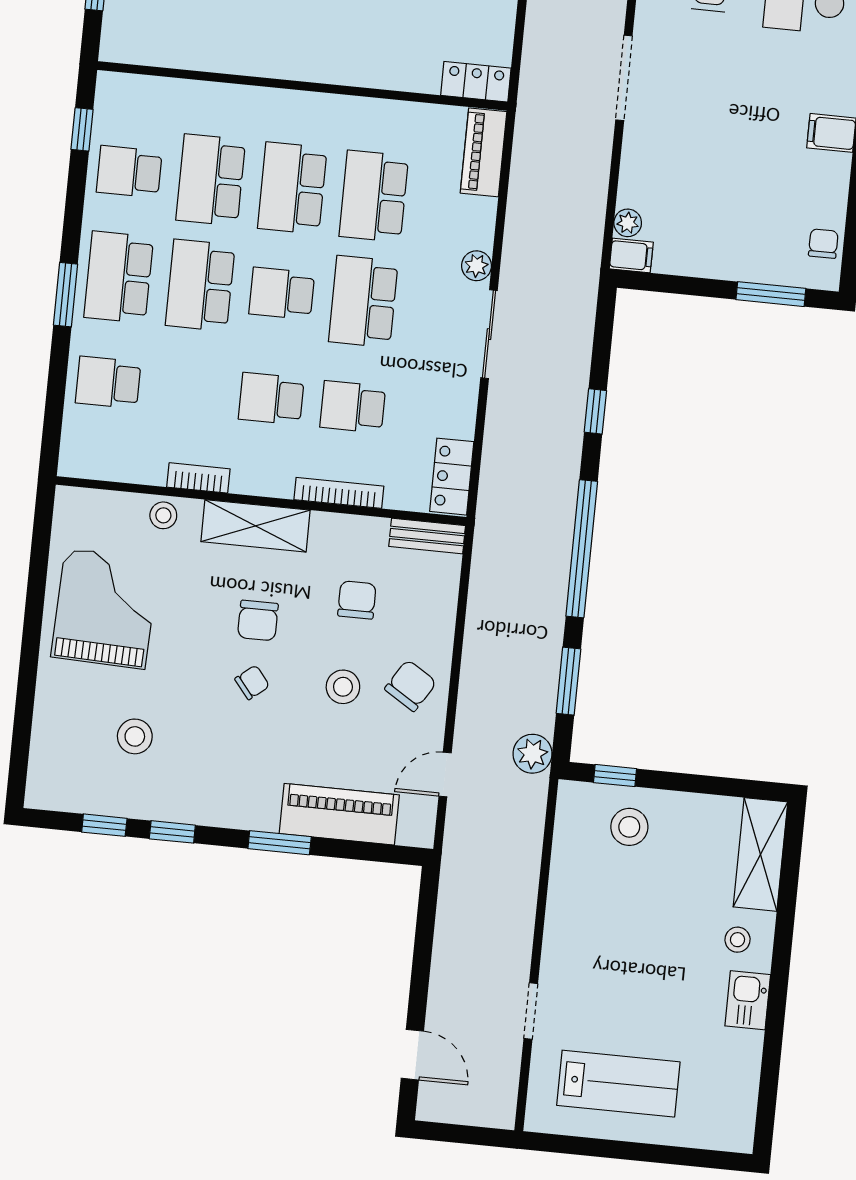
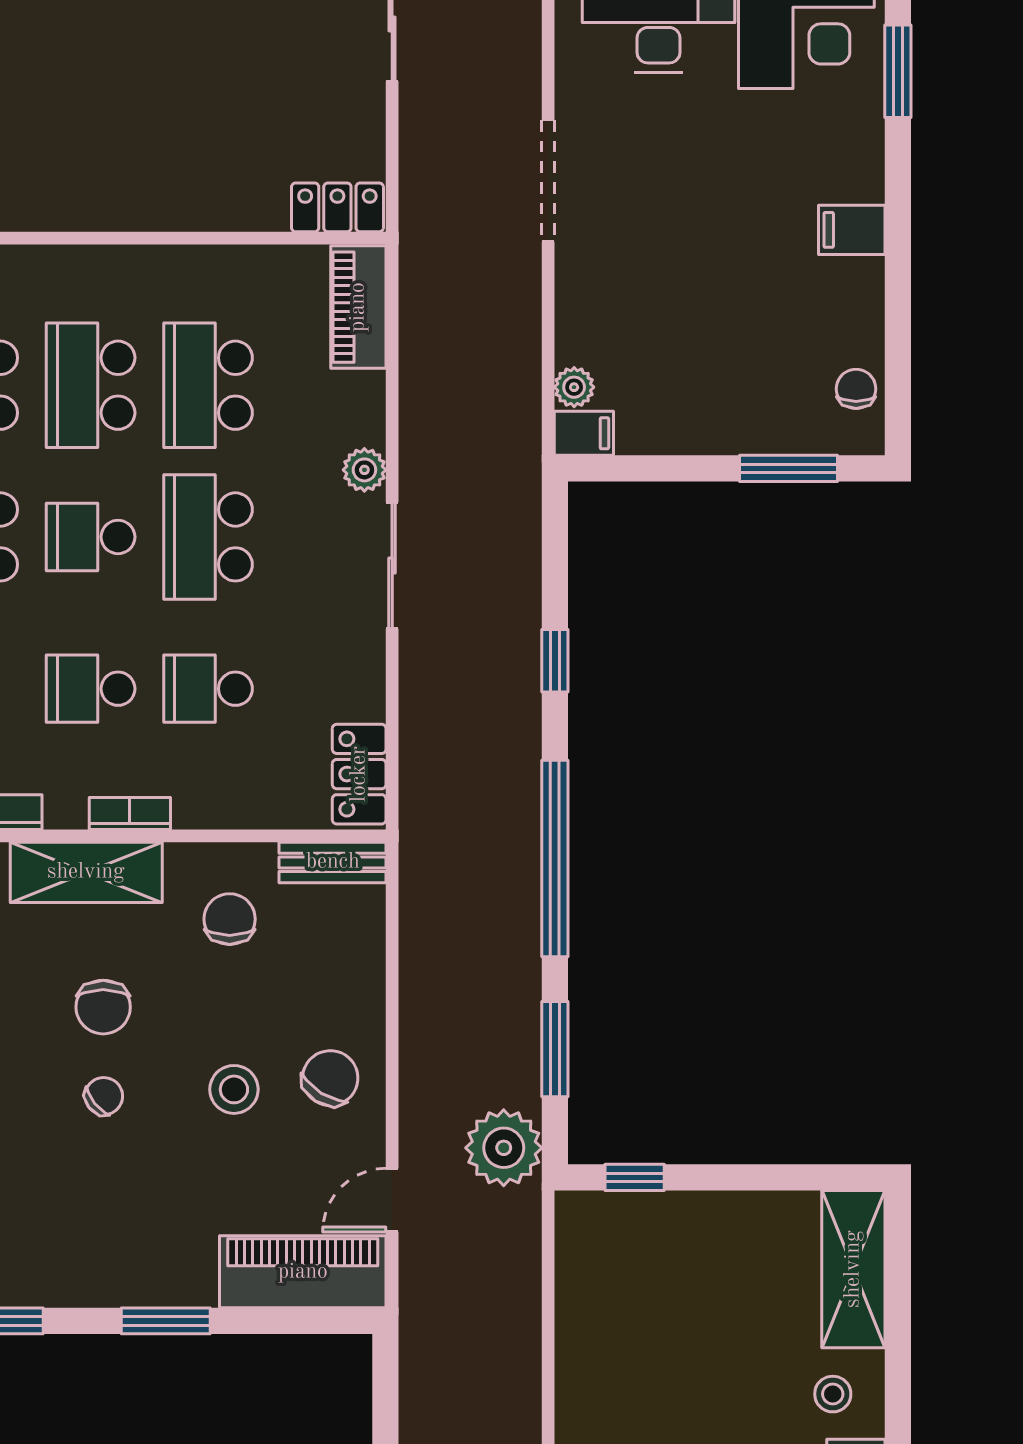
bookcase: (339, 493) -> (130, 813), moved, width x0.64
chair: (357, 600) -> (230, 919), moved
plant: (533, 754) -> (504, 1148), width x1.36, depth x1.36
piano: (339, 814) -> (303, 1272), moved
stool: (629, 827) -> (662, 1249), removed

